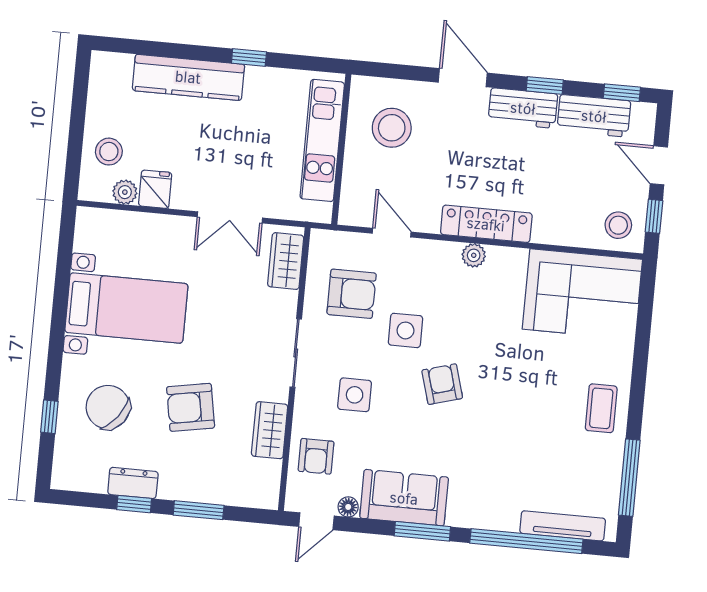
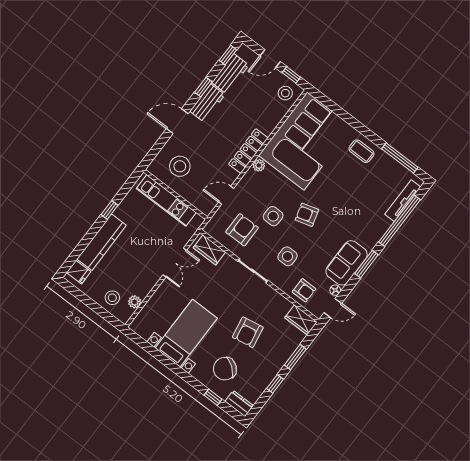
fridge: (155, 189) -> (79, 272), moved, turned 180
corner sofa: (582, 294) -> (305, 141), width x1.36, depth x1.36
wardrobe: (270, 430) -> (301, 320), moved
dresser: (133, 483) -> (239, 404), moved, turned 90
door: (316, 521) -> (333, 308), hinge flipped

